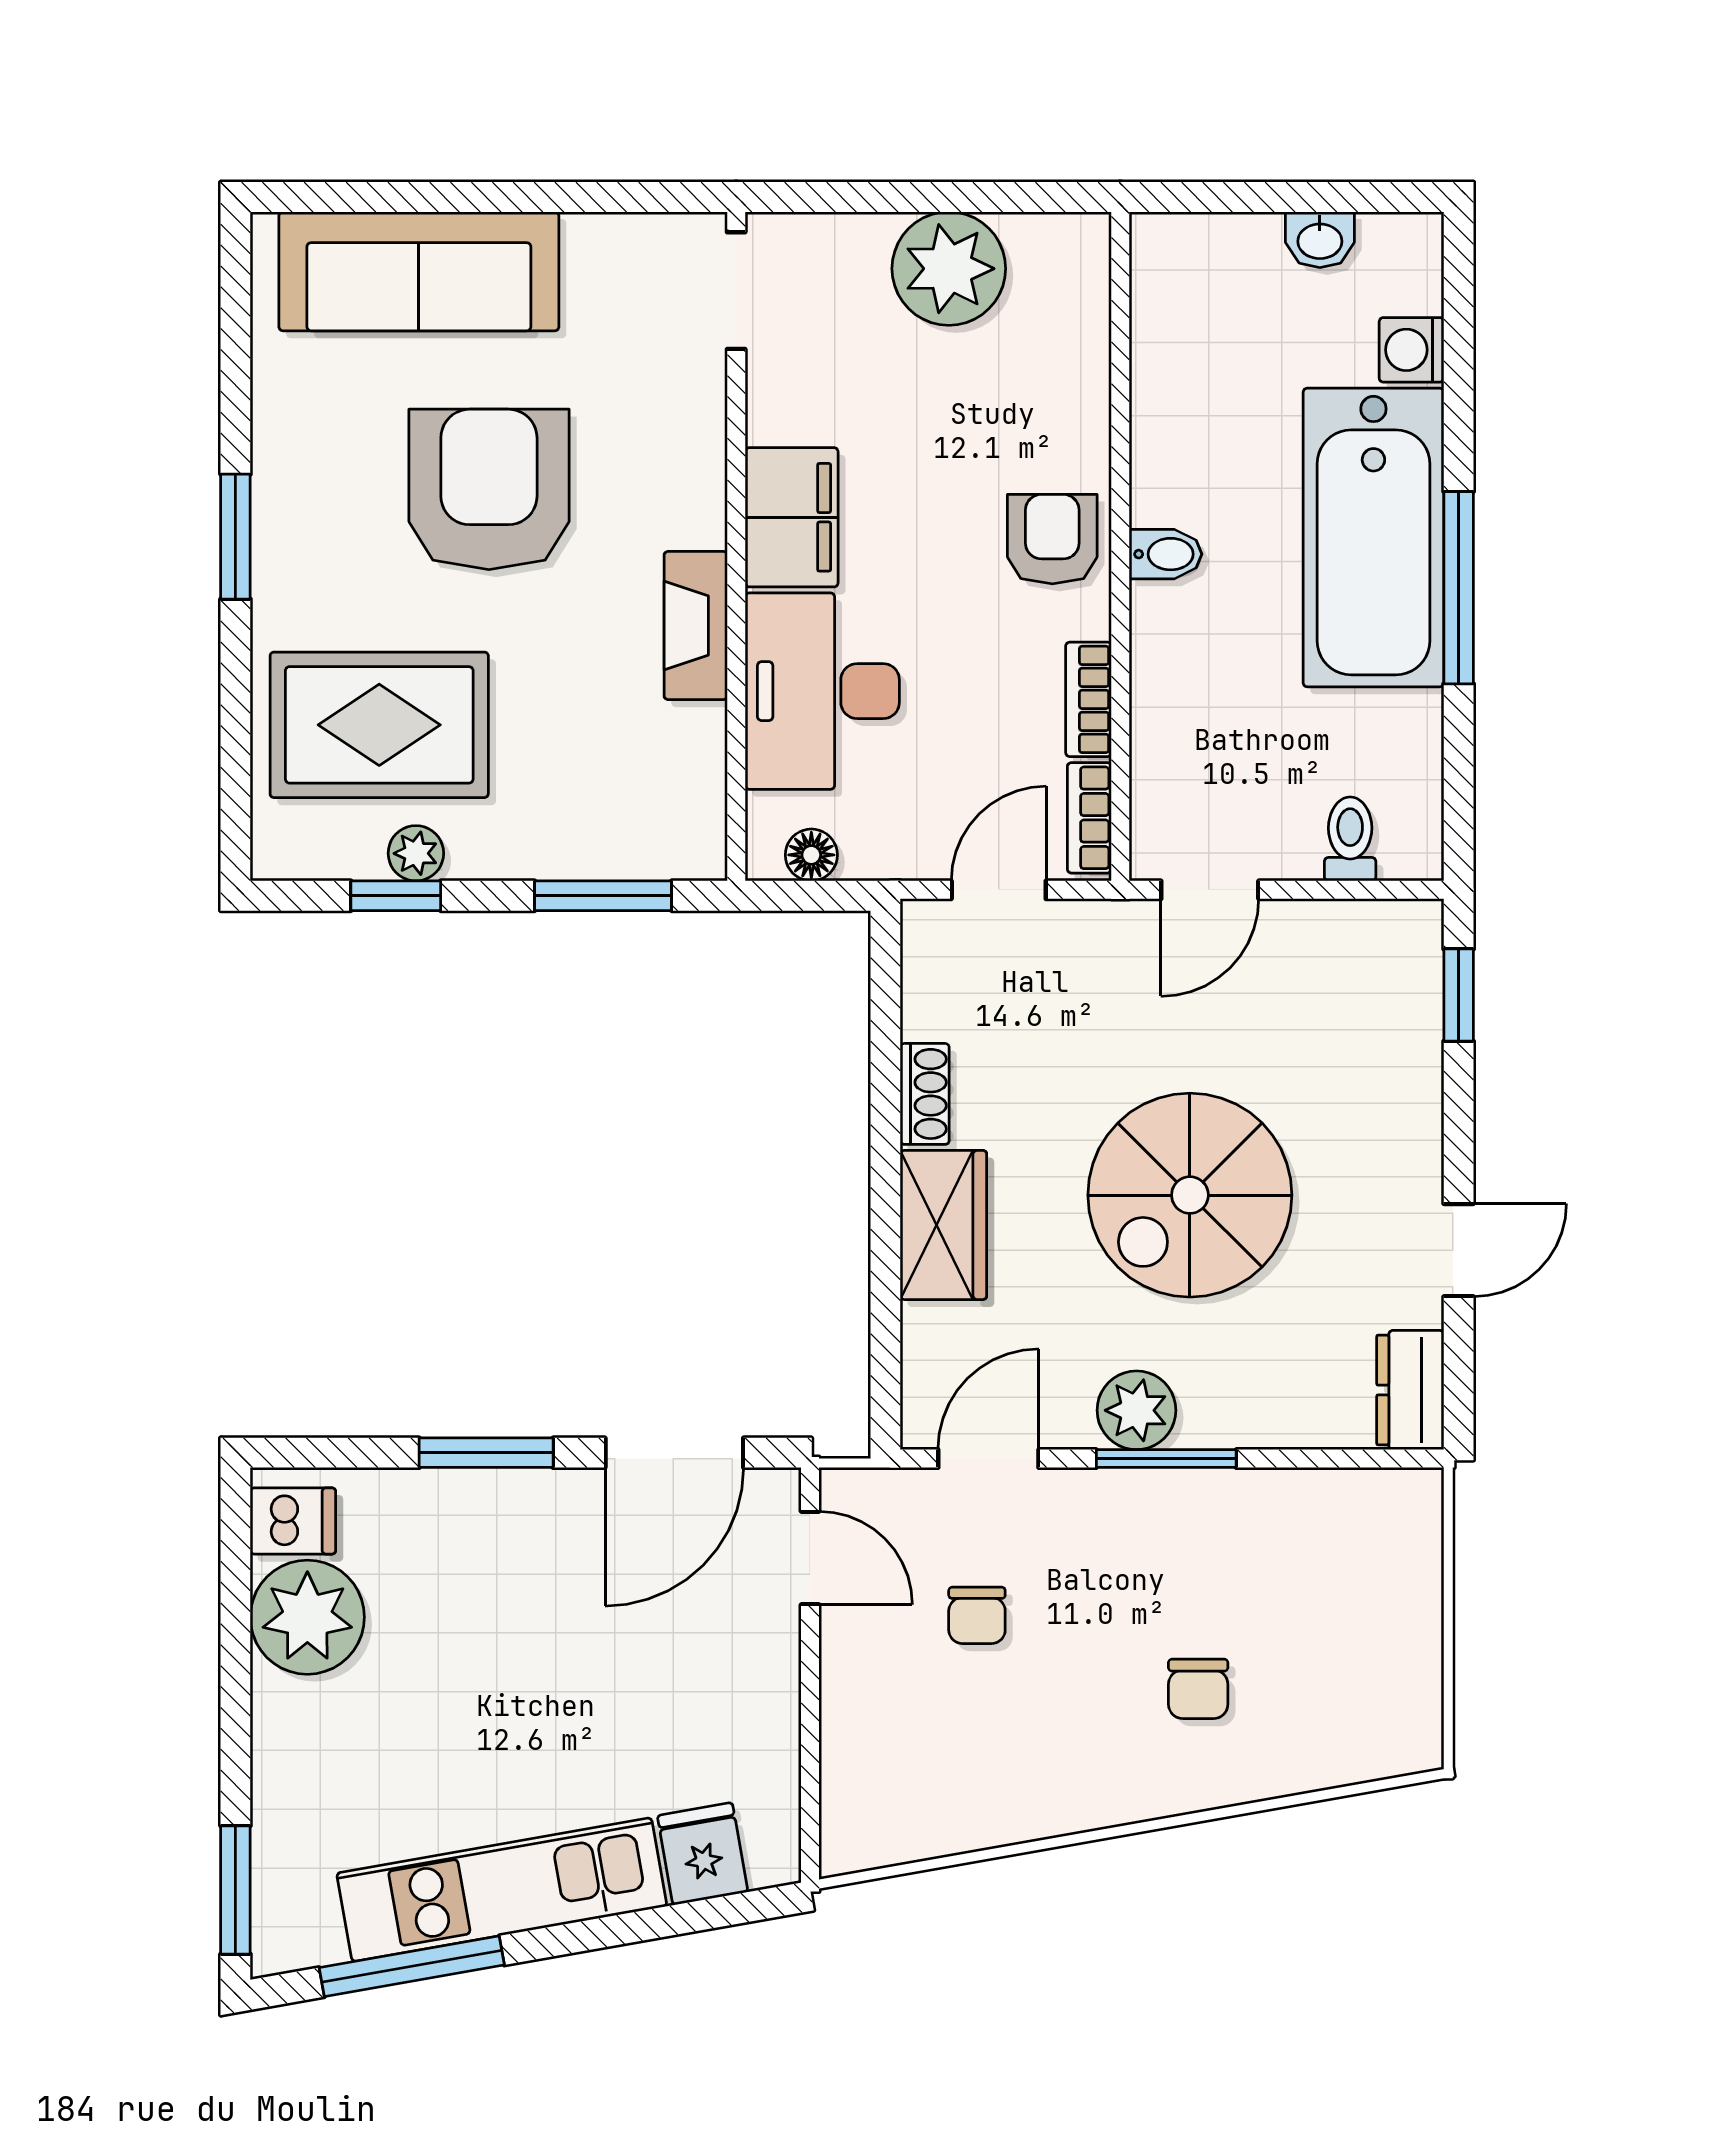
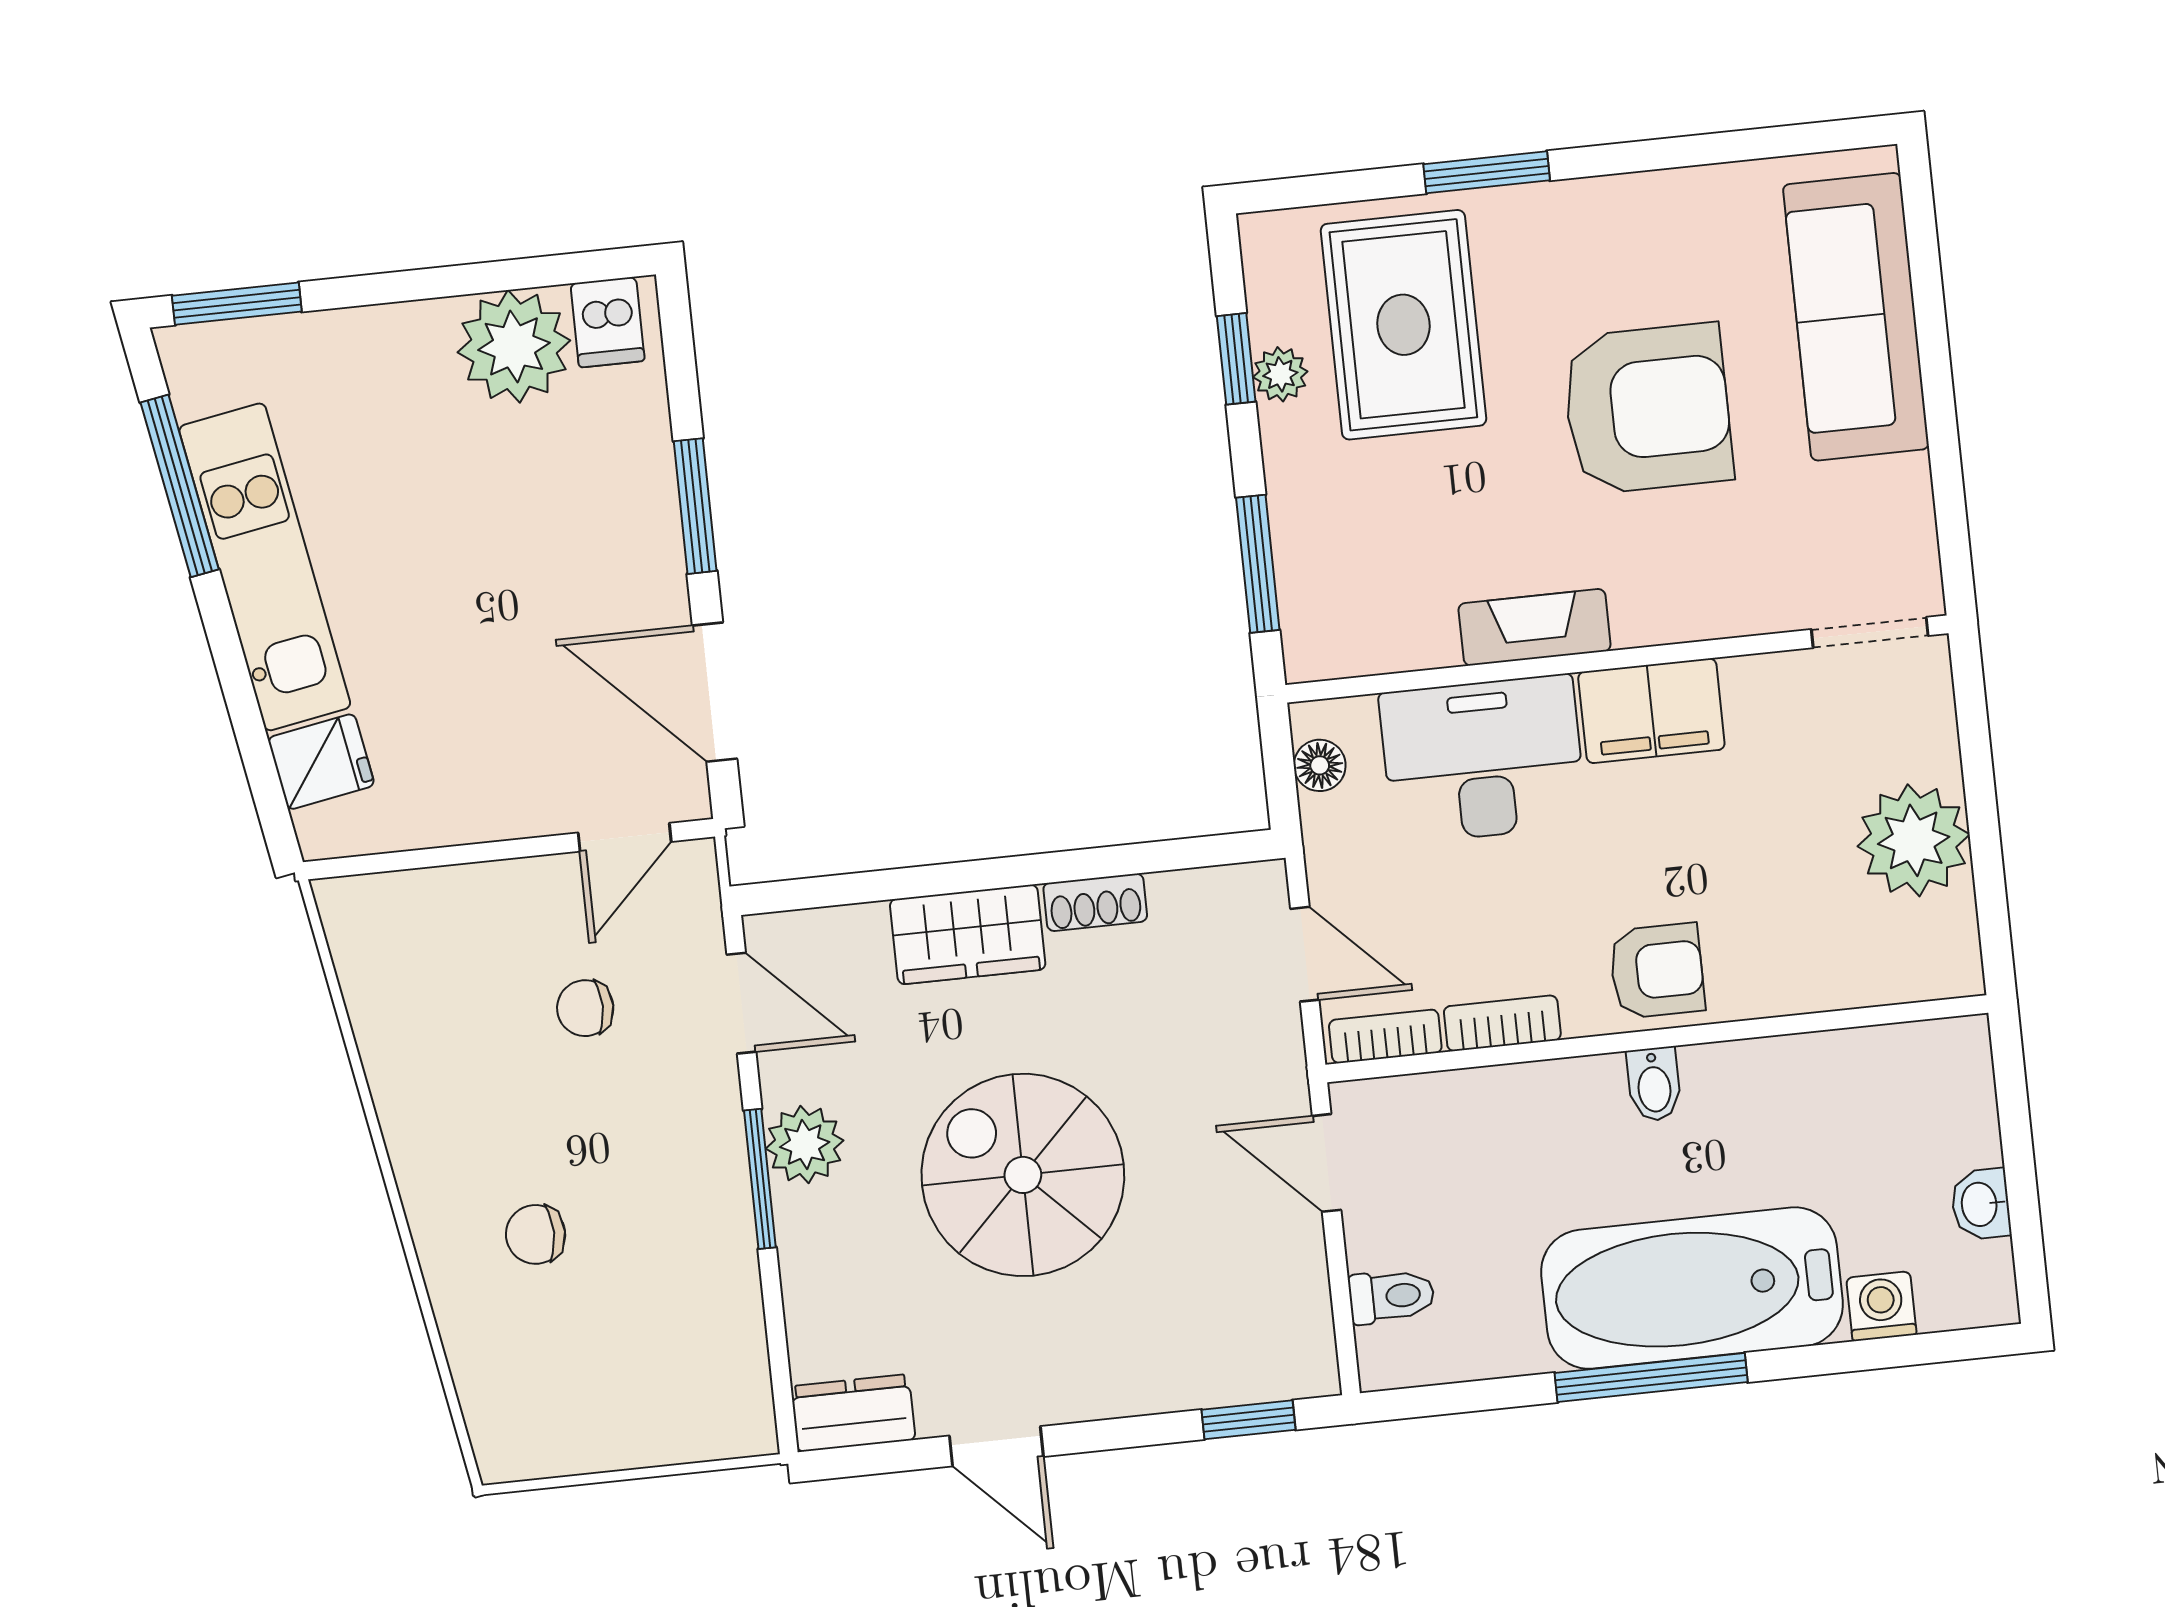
window: (235, 537) -> (1487, 172), moved

